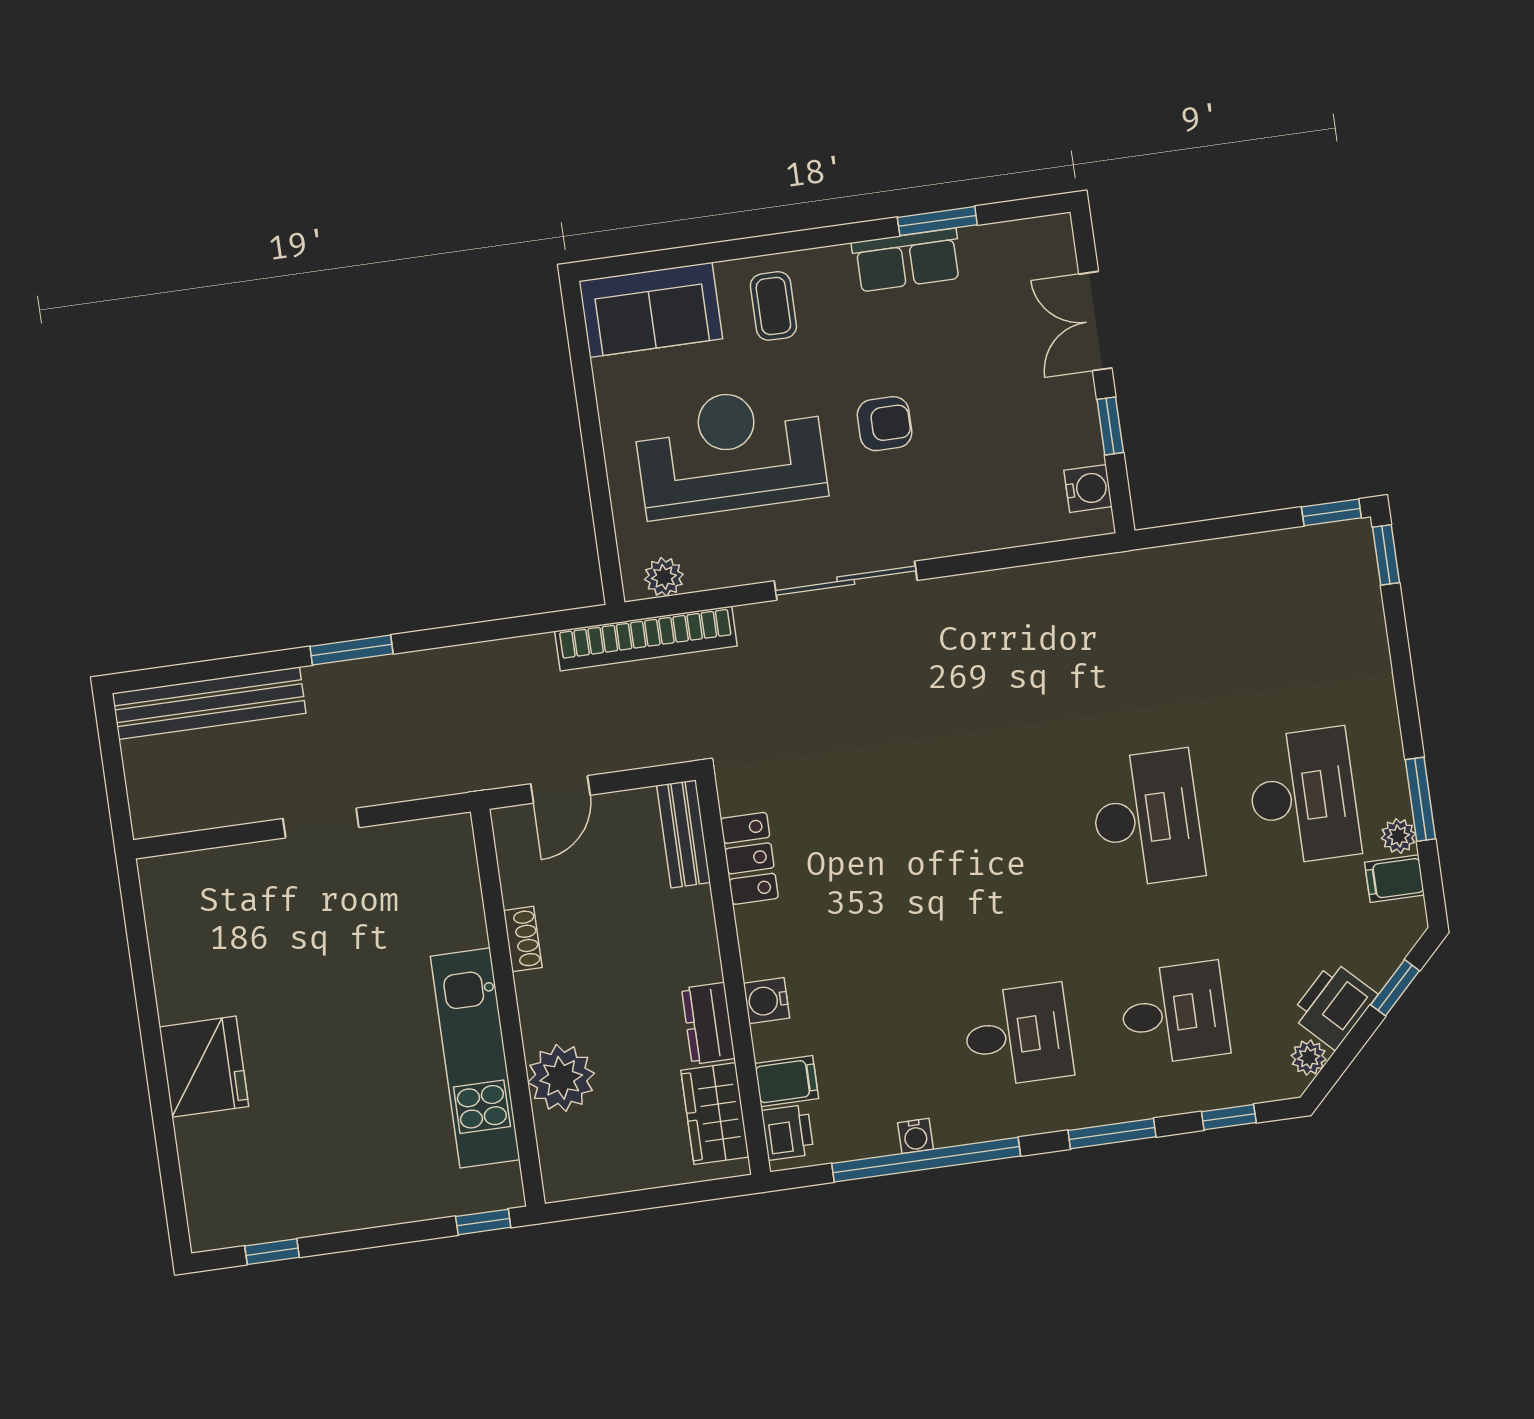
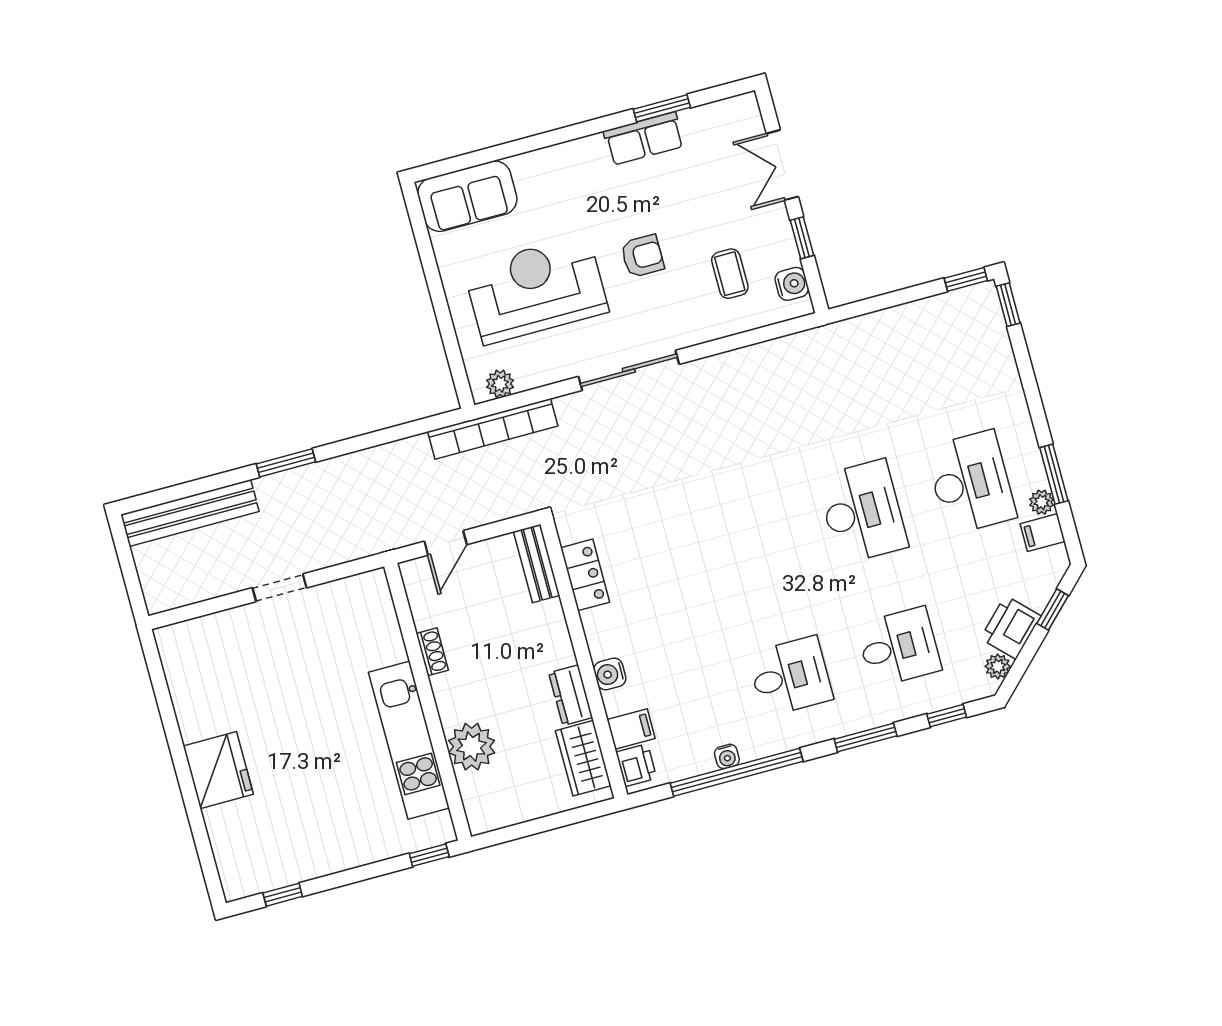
coffee table: (773, 306) -> (730, 274), moved

